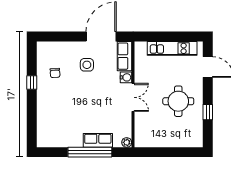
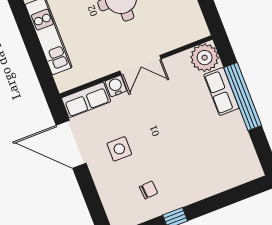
double door: (133, 97) -> (140, 65), swing flipped
plant: (127, 142) -> (205, 58), width x1.87, depth x1.87

